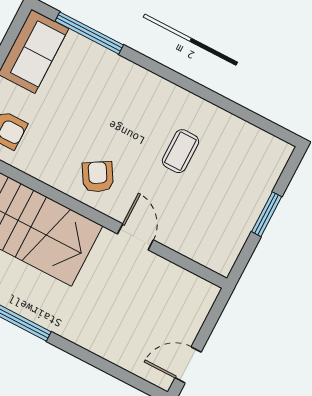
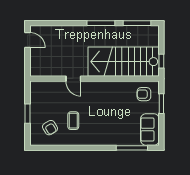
armchair: (98, 177) -> (50, 128), moved
door: (188, 365) -> (28, 40), hinge flipped

